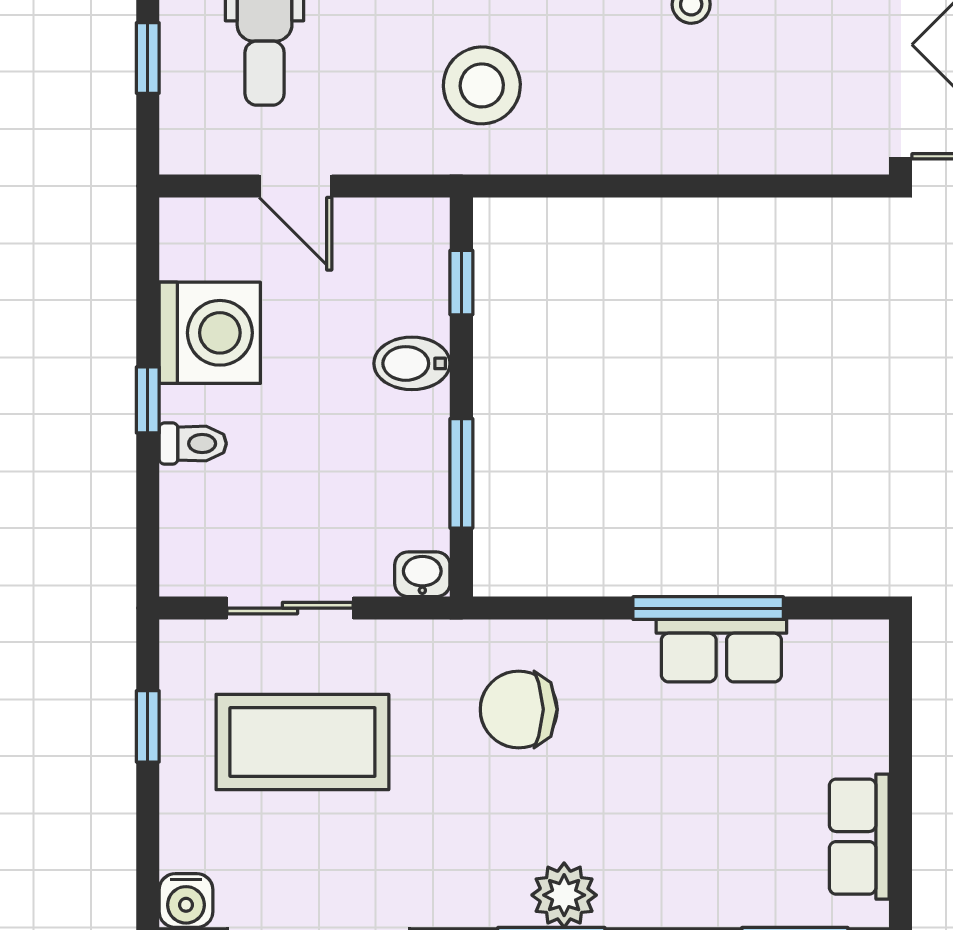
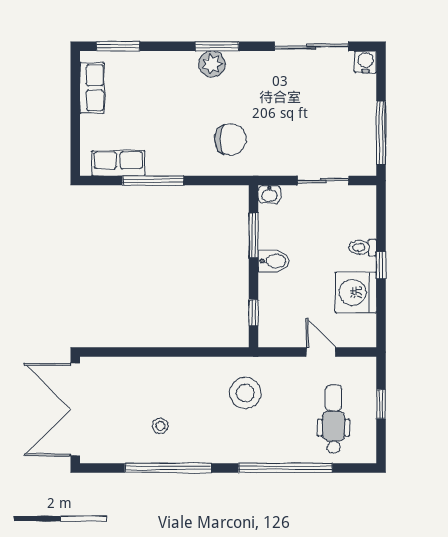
bidet: (412, 363) -> (274, 261), moved
row of seats: (721, 651) -> (118, 163), moved
window: (148, 726) -> (381, 133), width x2.17
coffee table: (302, 742) -> (318, 126), removed

